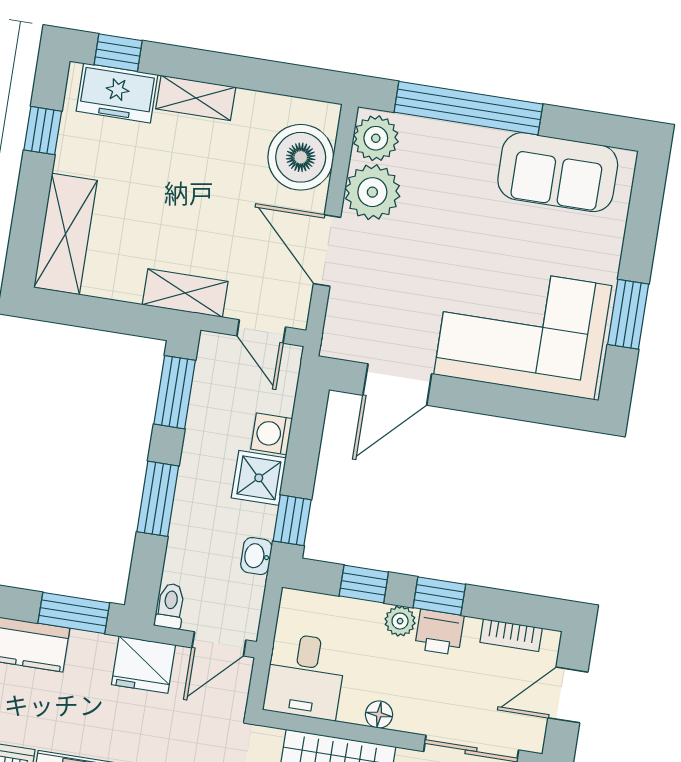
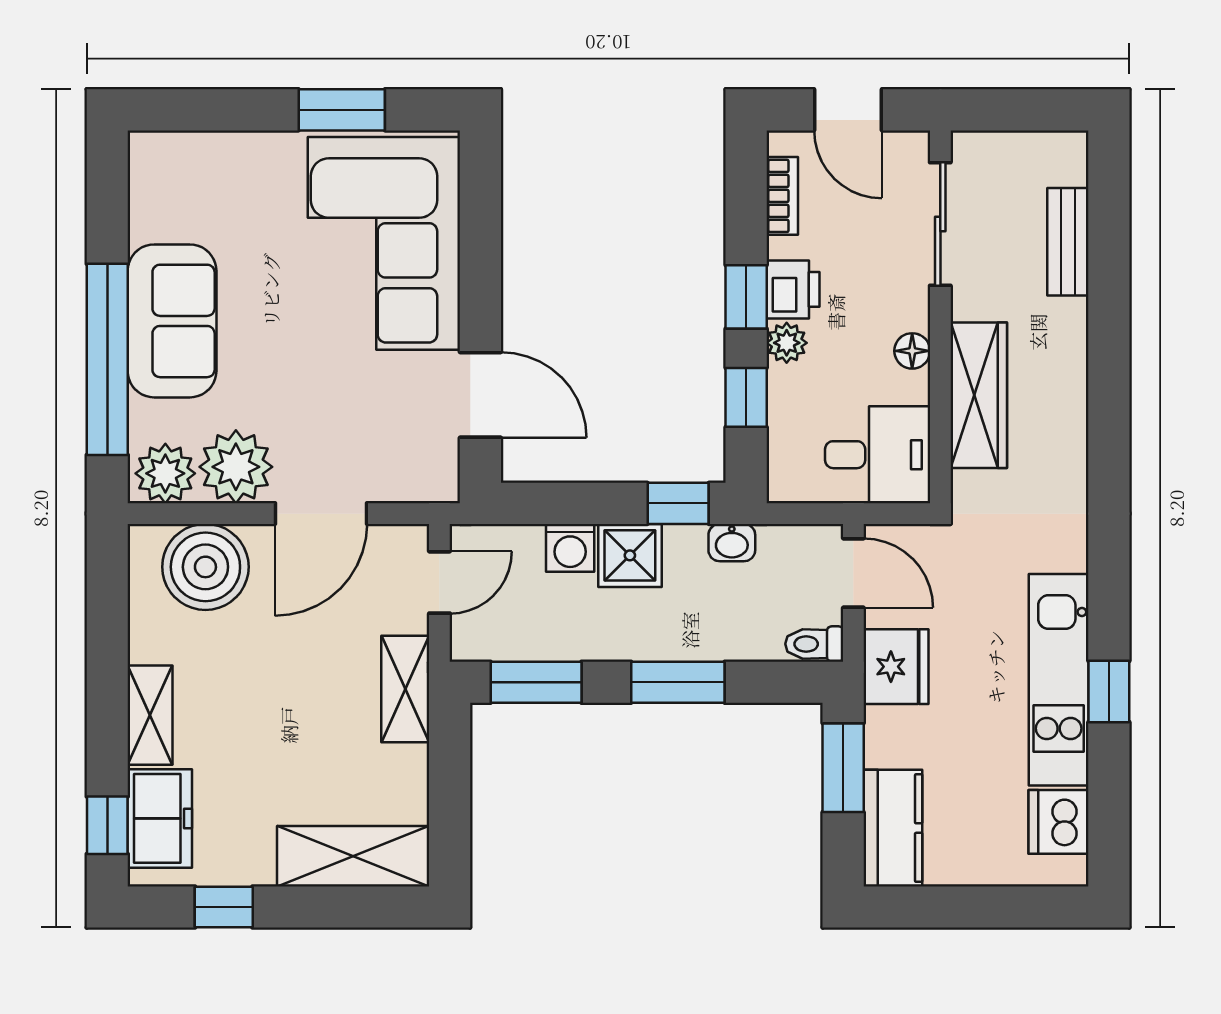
sofa: (558, 172) -> (172, 321), moved

